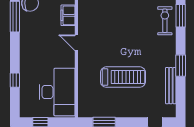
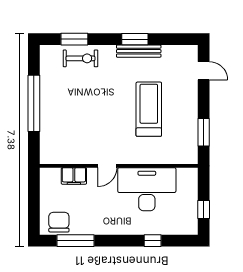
exercise bike: (165, 21) -> (81, 58), turned 180
bench: (171, 86) -> (139, 51), moved
desk: (57, 92) -> (147, 189), moved

